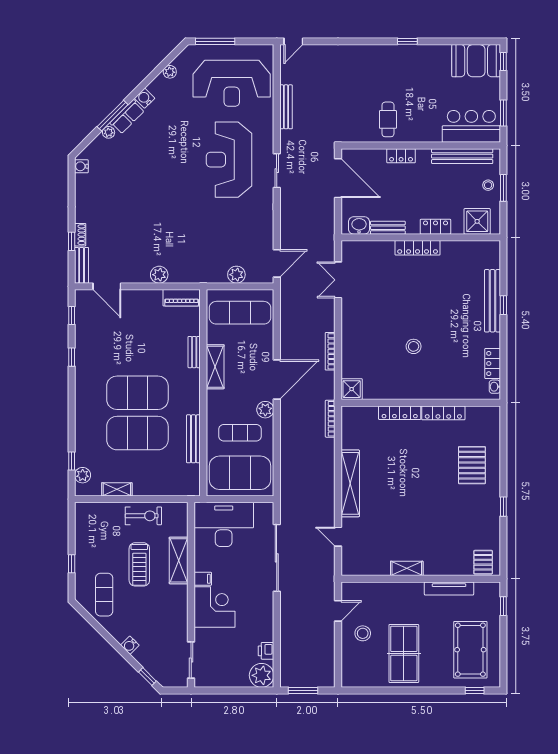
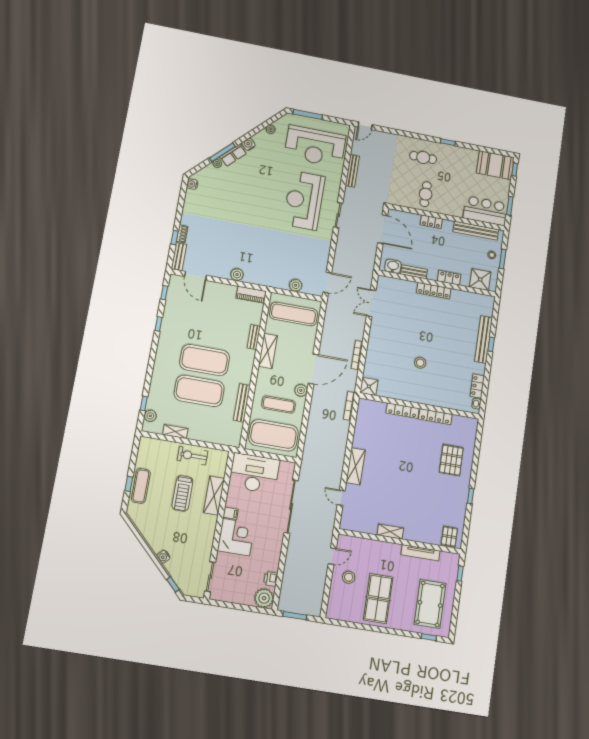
cafe table: (377, 70) -> (423, 157), added
shelving: (350, 483) -> (356, 466), width x0.68
exercise bike: (143, 516) -> (193, 456), turned 180
exercise mat: (104, 595) -> (141, 486), moved

